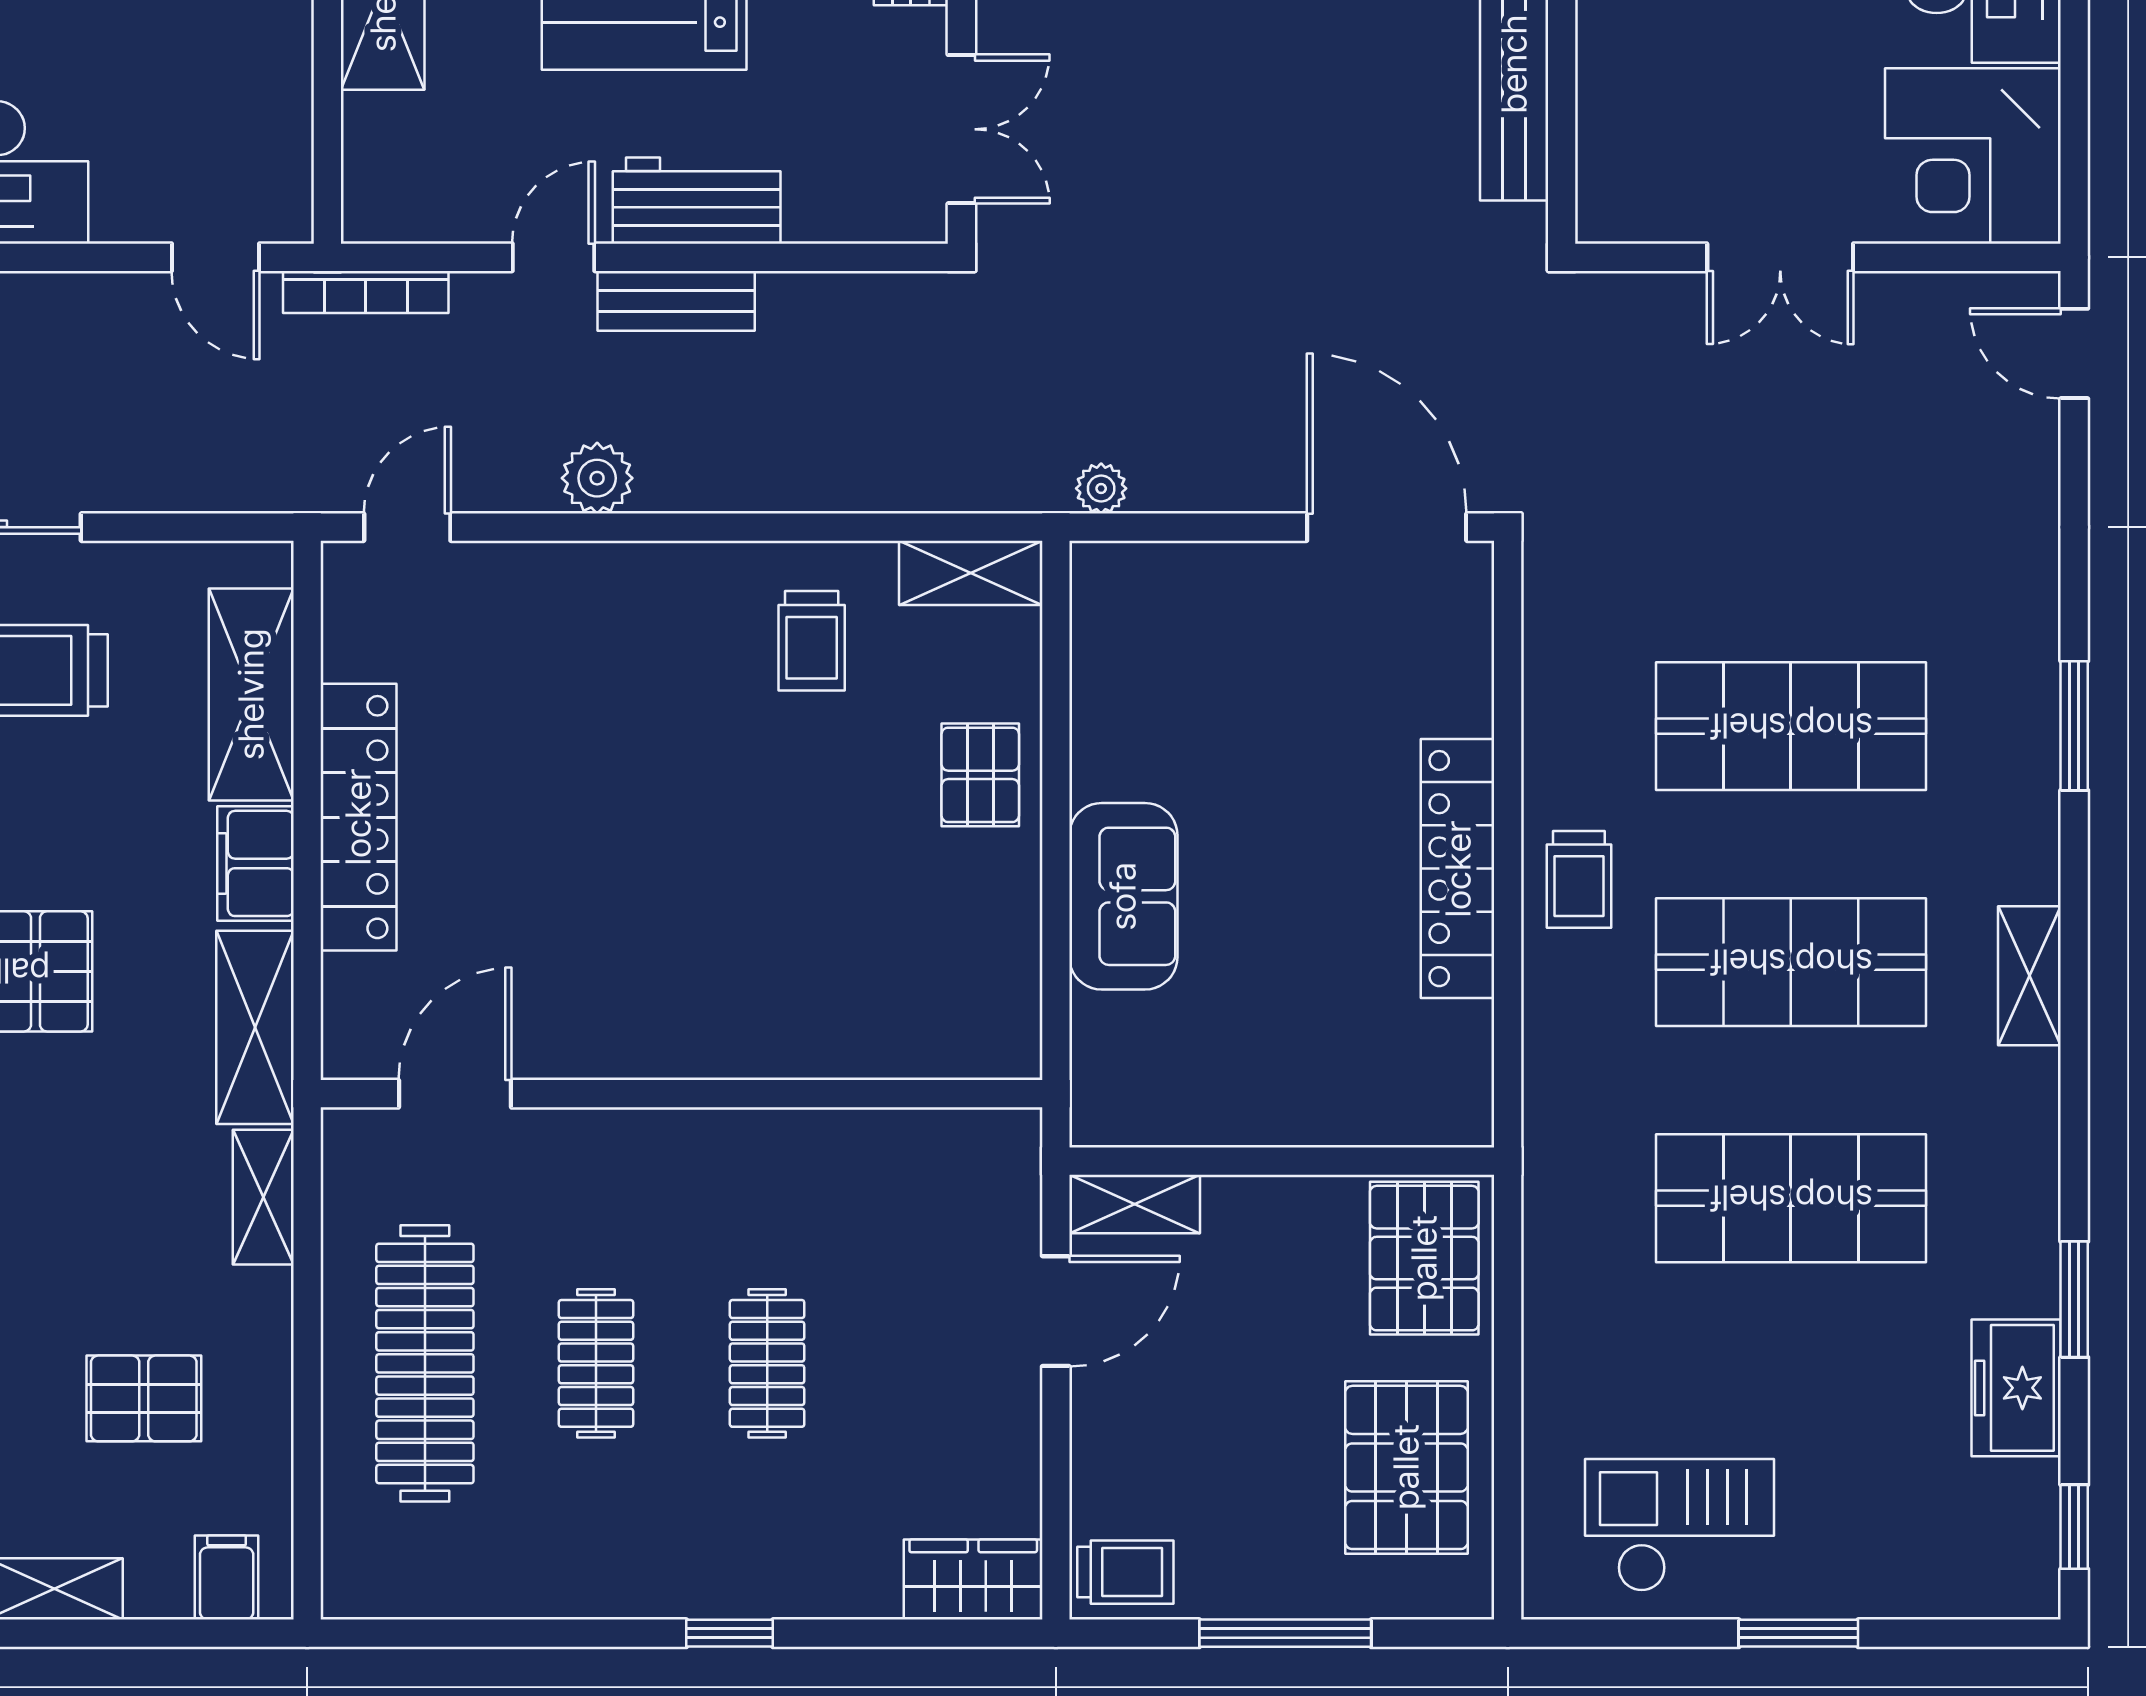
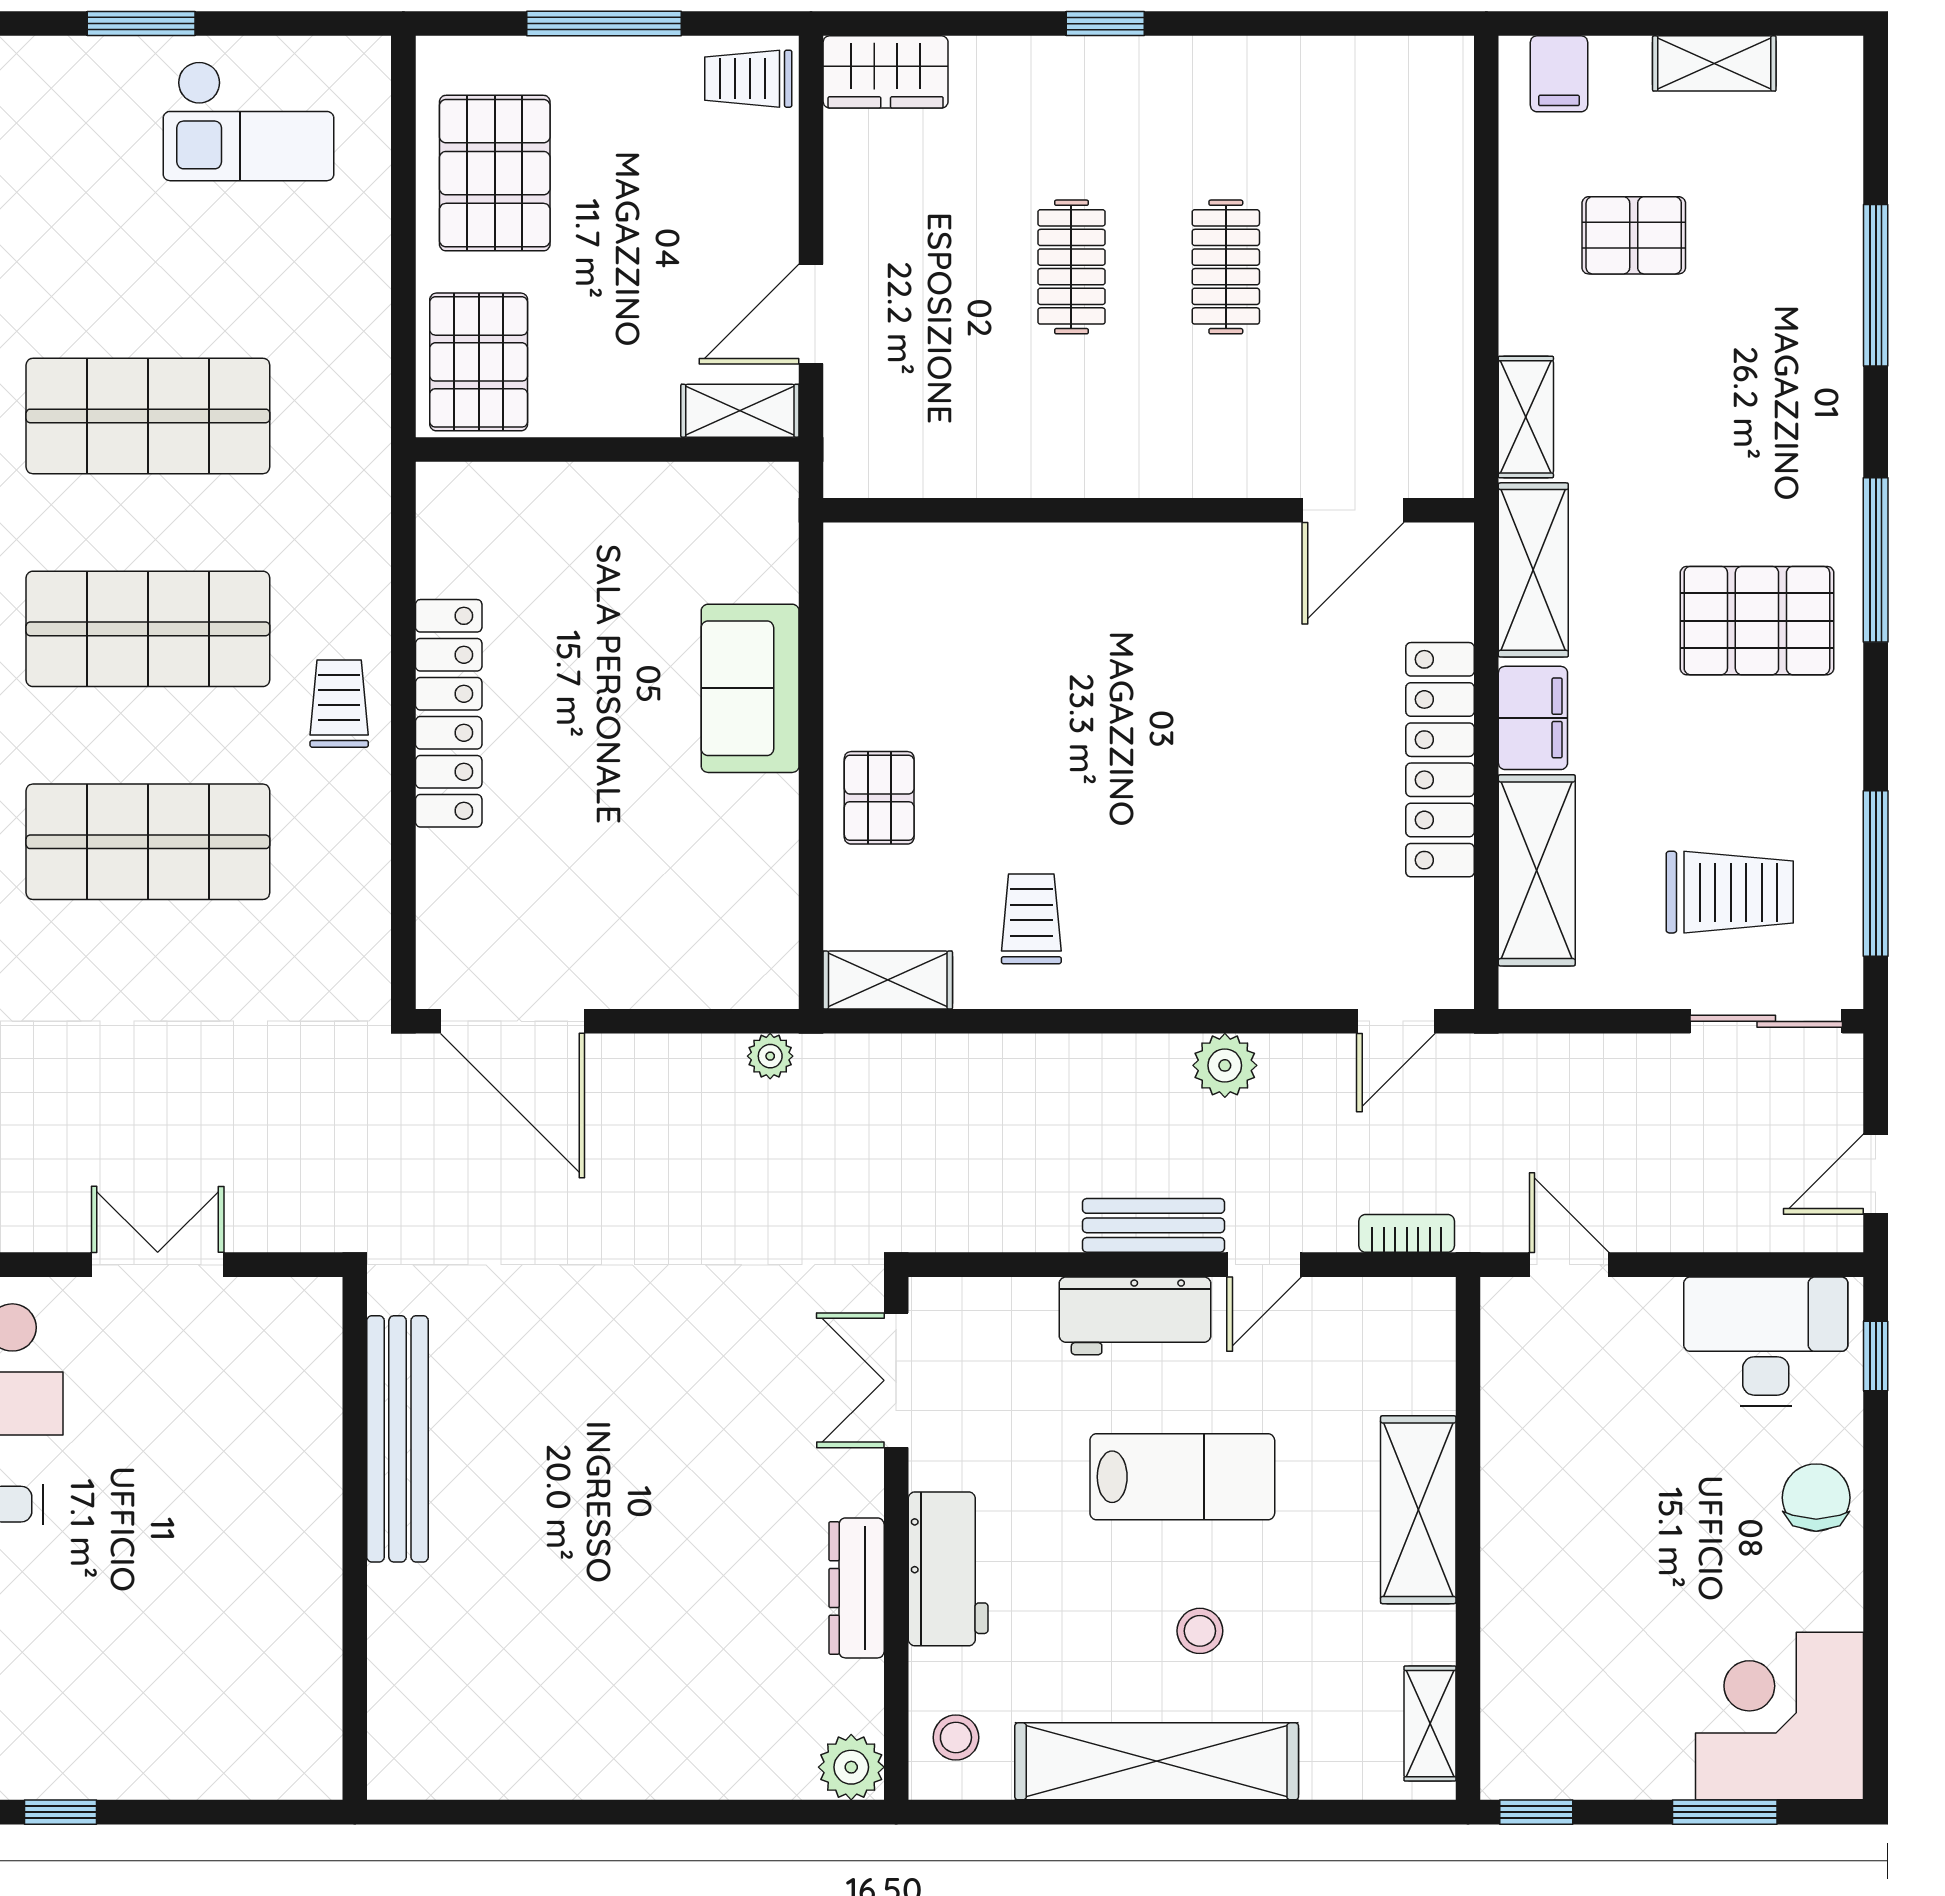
bookcase: (366, 292) -> (1407, 1233), width x0.64
clothes rail: (425, 1363) -> (1380, 267), removed

